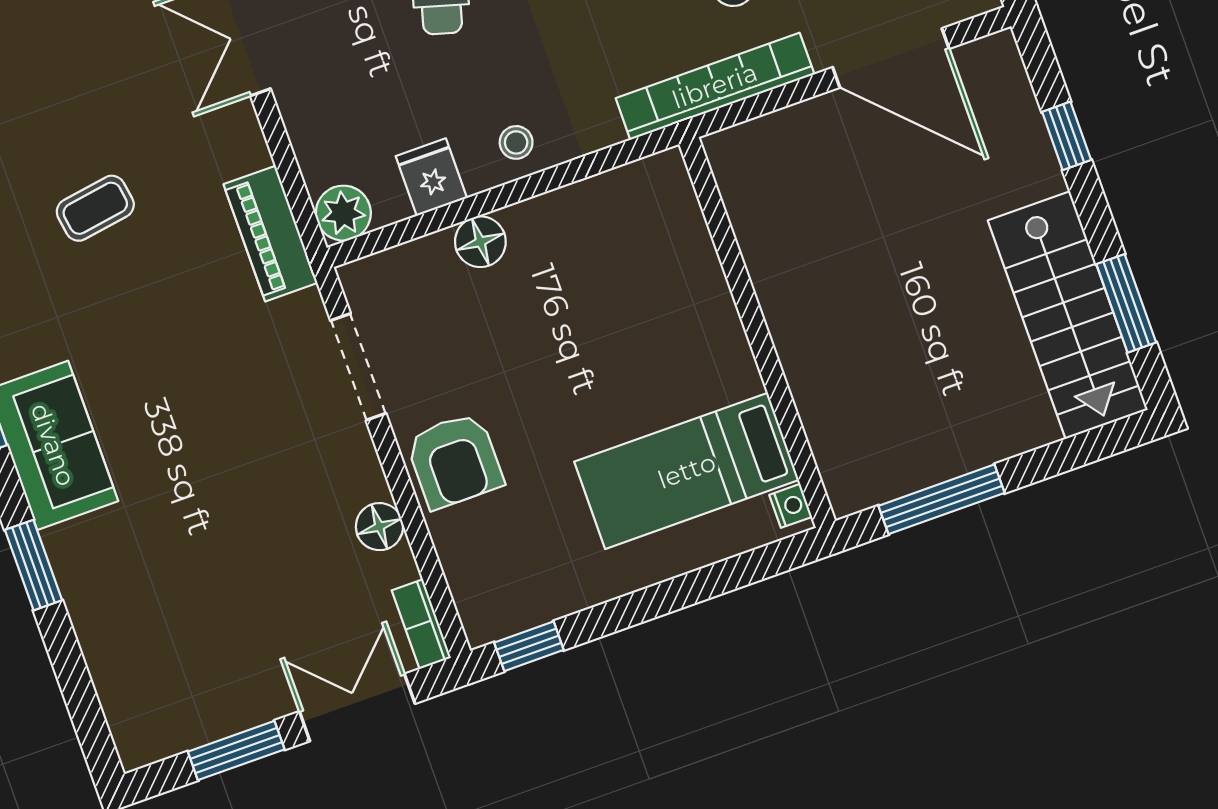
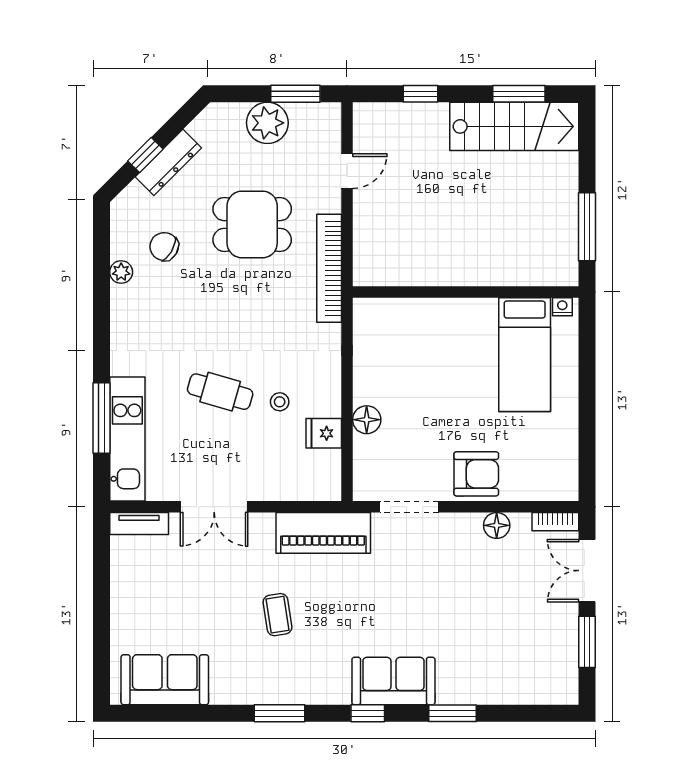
door: (891, 58) -> (347, 171), width x0.53
stool: (516, 142) -> (280, 402), moved
plant: (343, 213) -> (326, 486), removed
piano: (271, 234) -> (323, 533), width x1.37, depth x1.33
window: (529, 646) -> (587, 470), removed

